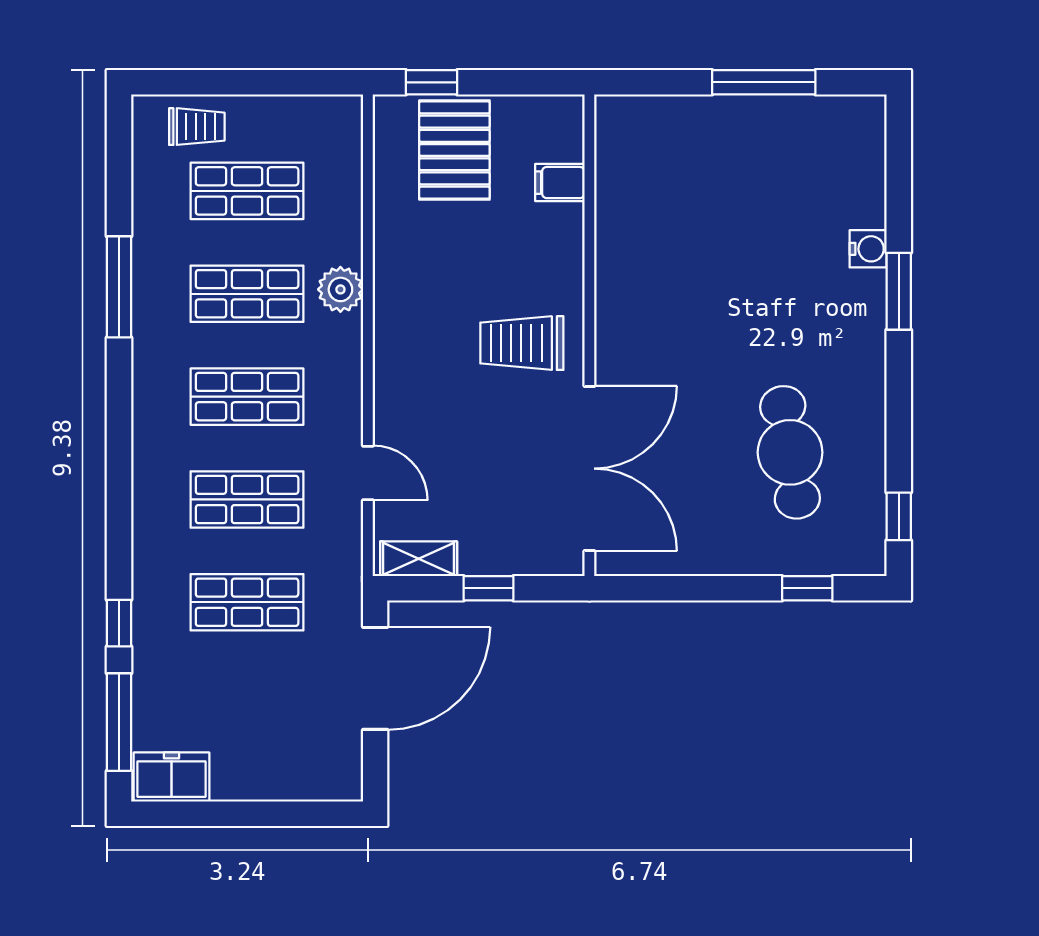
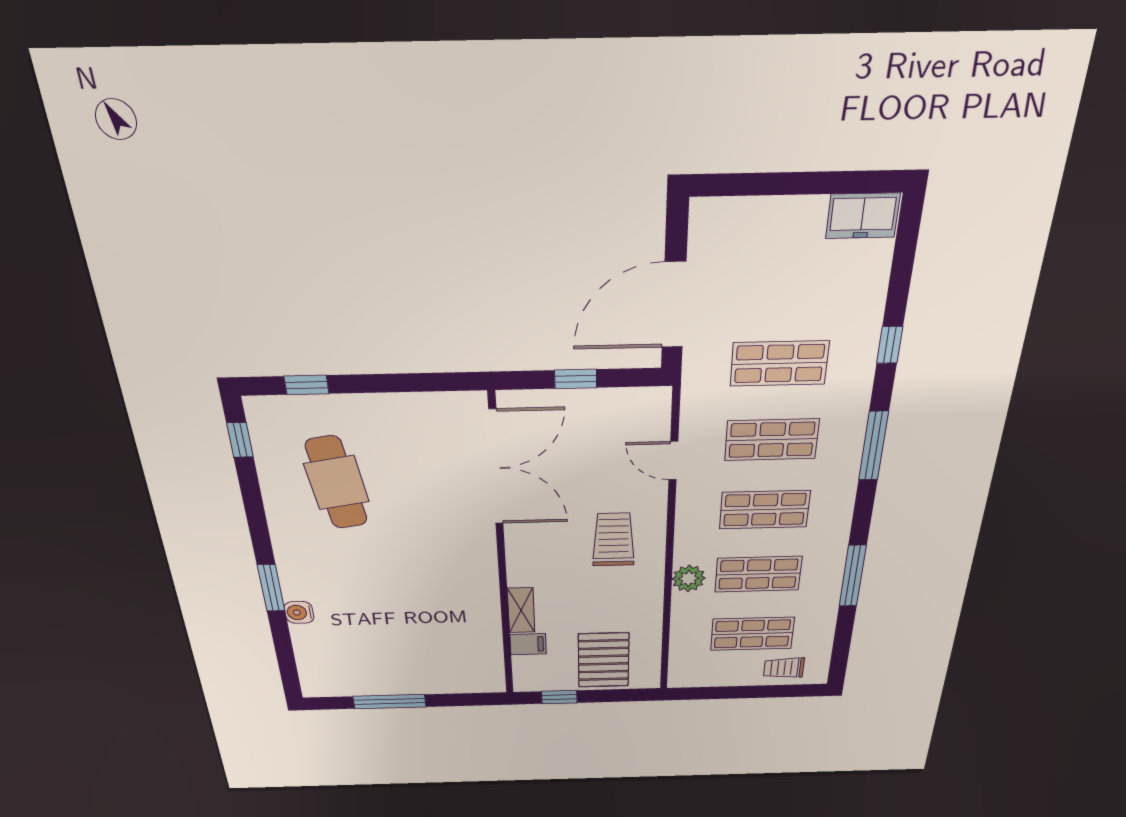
window: (431, 82) -> (559, 697), moved
trolley: (522, 343) -> (614, 540), moved, turned -90
double door: (589, 469) -> (496, 468), swing flipped
shelving: (419, 559) -> (521, 610), moved, turned 90
window: (119, 722) -> (873, 446), moved

